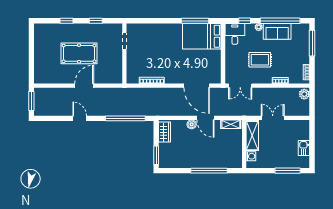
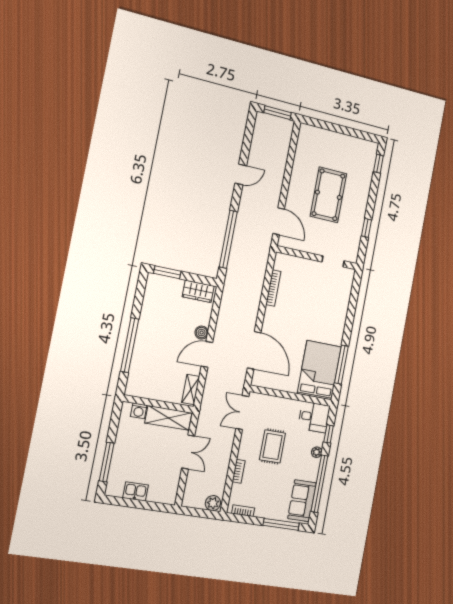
window: (67, 21) -> (378, 164), moved
sofa: (277, 31) -> (302, 501), moved
door: (84, 86) -> (279, 221), moved
door: (197, 86) -> (254, 350), swing flipped

